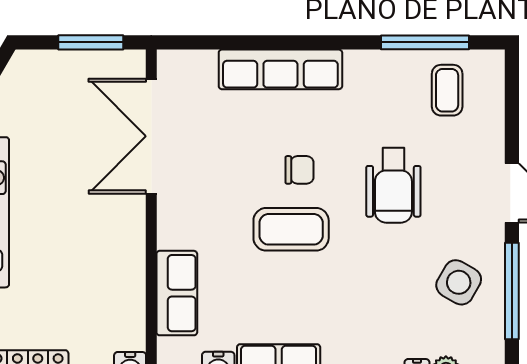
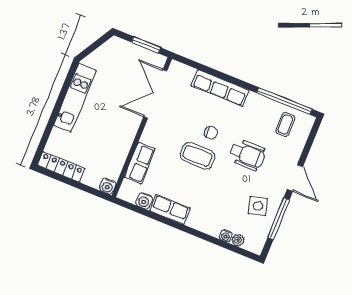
window: (425, 42) -> (284, 101), width x1.46
wheelchair: (393, 185) -> (247, 155), turned -90
side table: (459, 282) -> (258, 206), turned 45

